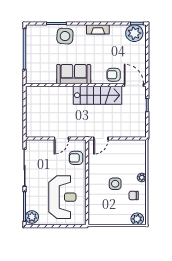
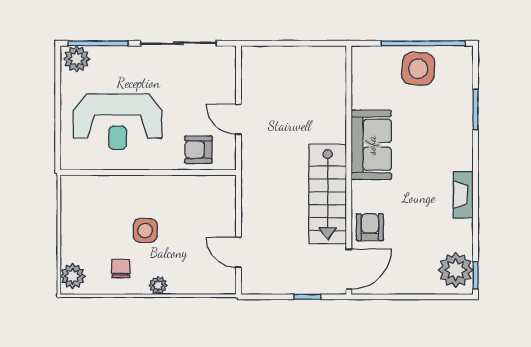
side table: (65, 36) -> (418, 69), moved
door: (101, 138) -> (238, 252), moved
armchair: (76, 158) -> (198, 150), turned -90

